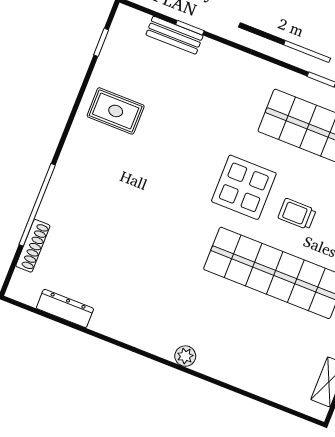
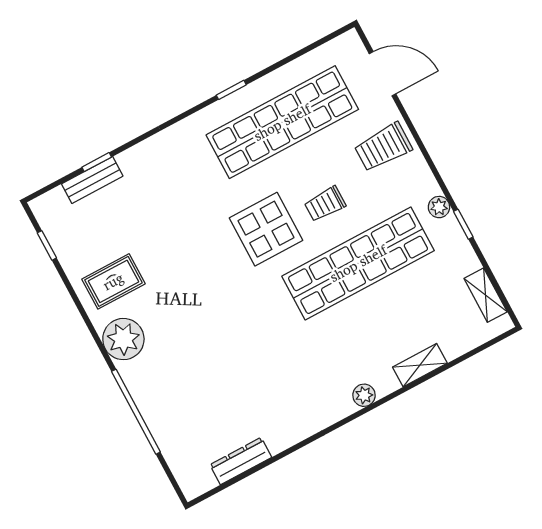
plant: (81, 152) -> (123, 339), added
shoe rack: (33, 246) -> (167, 444), removed
shelving: (240, 377) -> (420, 365), added

